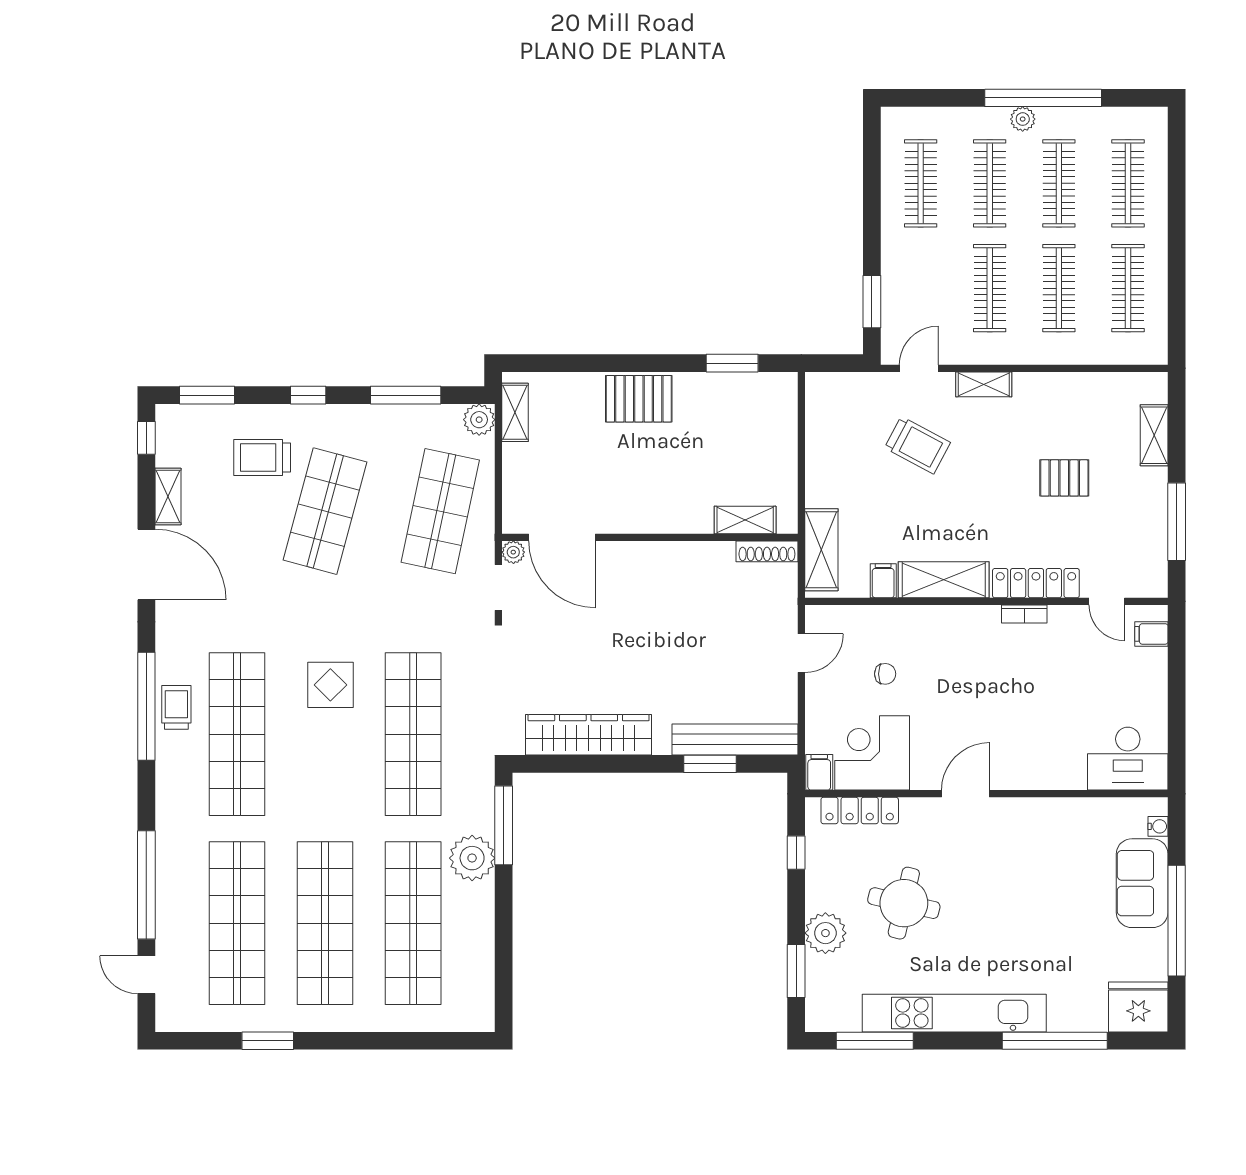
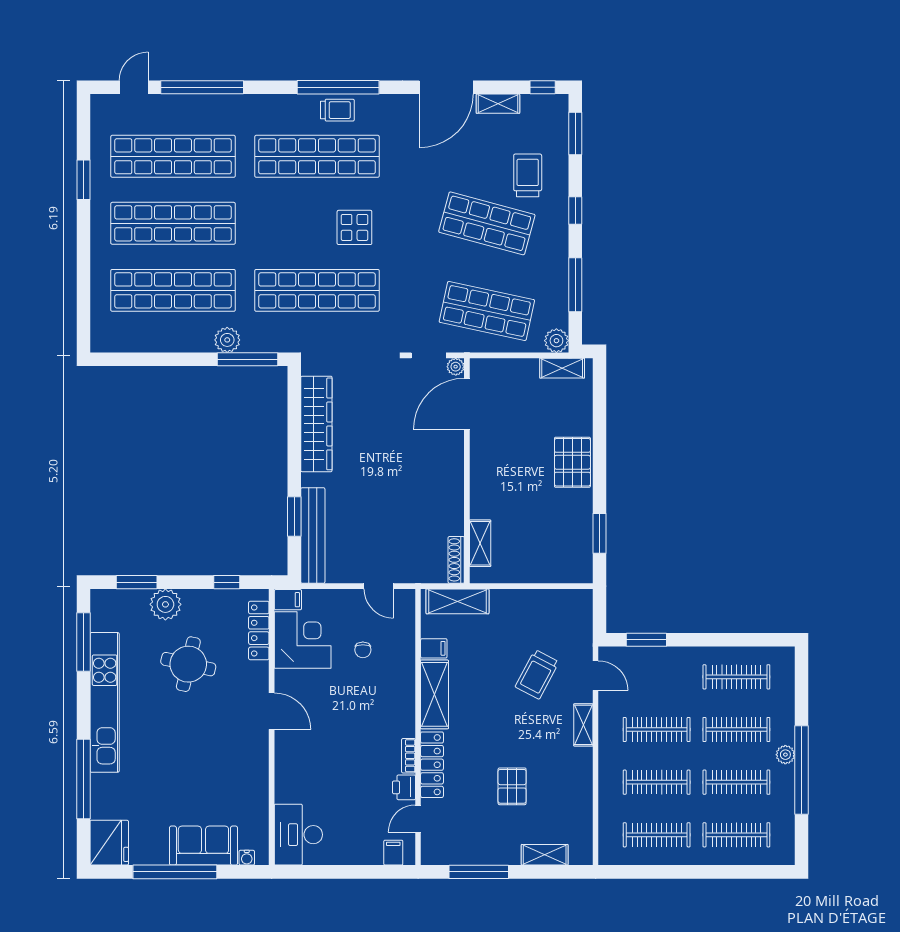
printer: (1066, 620) -> (404, 787), added
plant: (472, 858) -> (227, 340), width x0.73, depth x0.73

